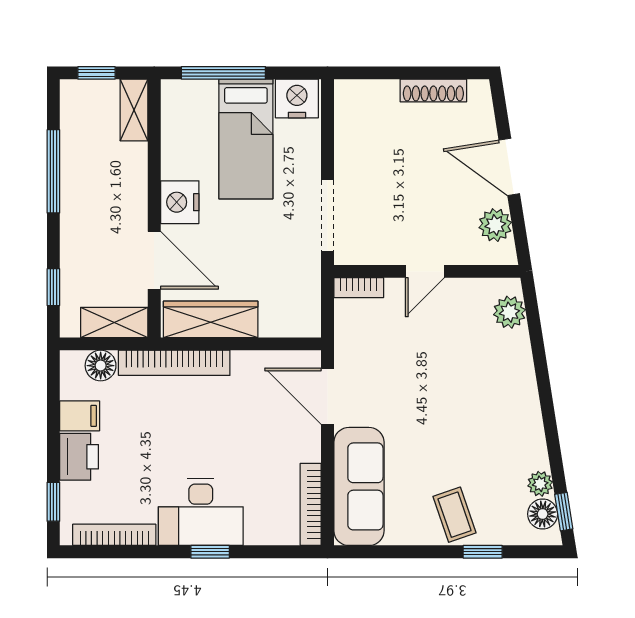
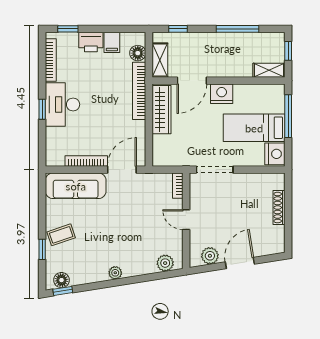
shoe rack: (433, 91) -> (279, 208), moved
plant: (540, 484) -> (115, 273), moved
bookcase: (311, 504) -> (86, 161), moved

